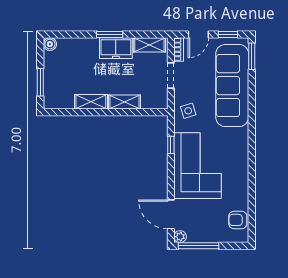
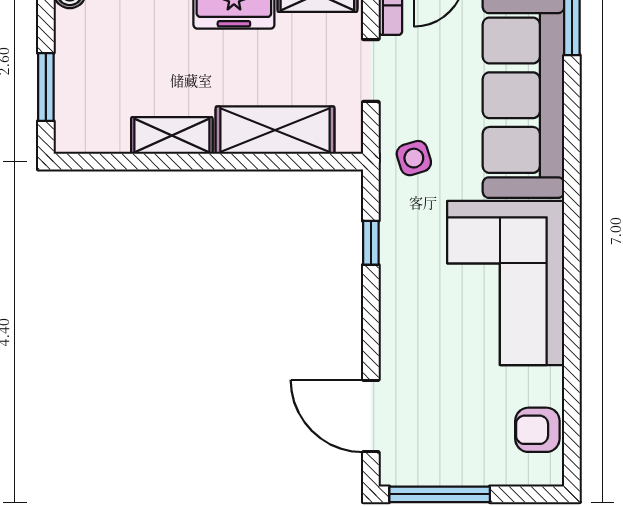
shelving: (124, 102) -> (275, 130), width x1.50, depth x1.33
corner sofa: (197, 166) -> (506, 283), moved, turned 180
plant: (180, 237) -> (394, 471), removed

